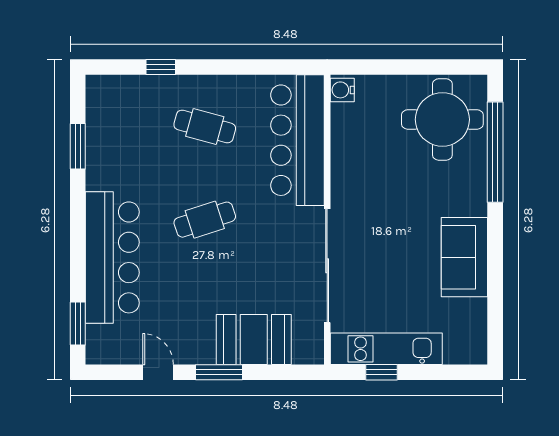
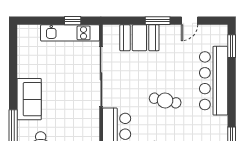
cafe table: (205, 220) -> (165, 101), turned 30
sofa: (464, 257) -> (29, 99), moved
door: (158, 372) -> (190, 21), hinge flipped

